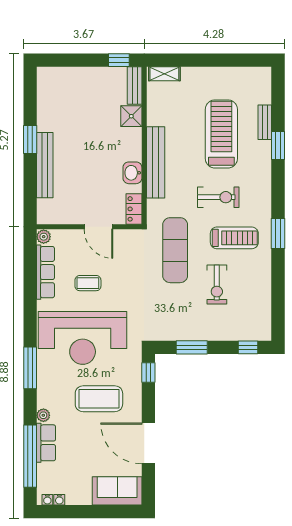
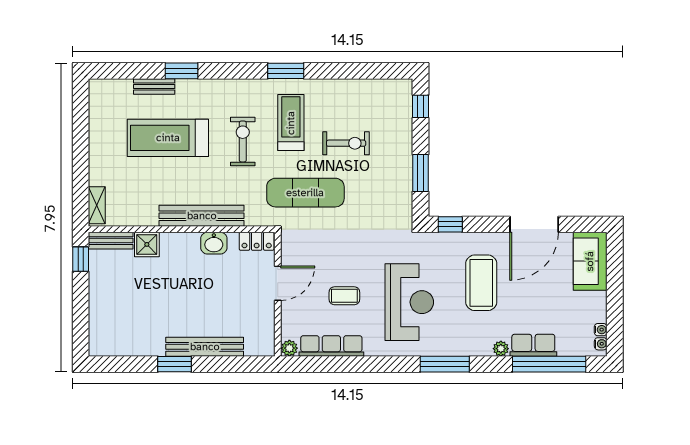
coffee table: (88, 283) -> (344, 296), turned 90
reception desk: (83, 338) -> (409, 302), width x0.74, depth x0.77

